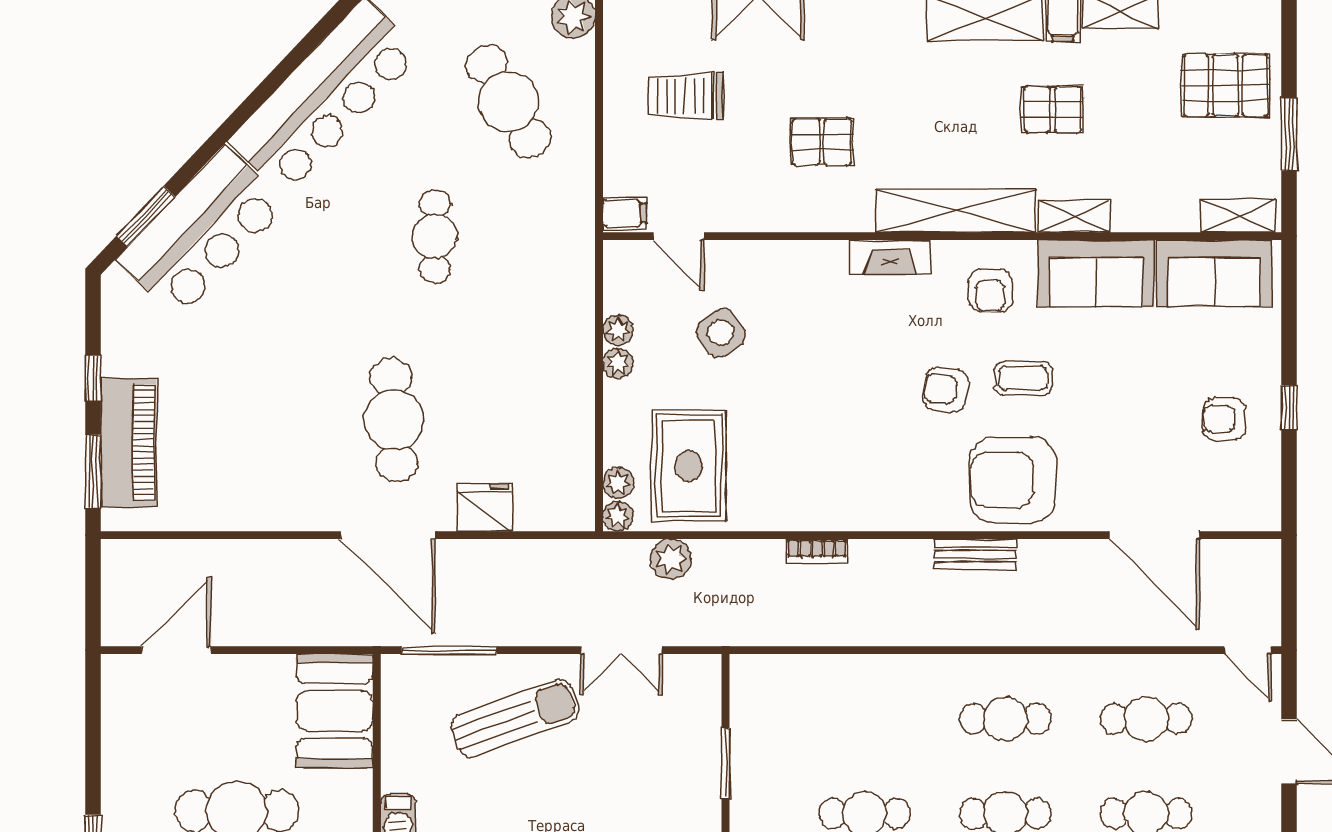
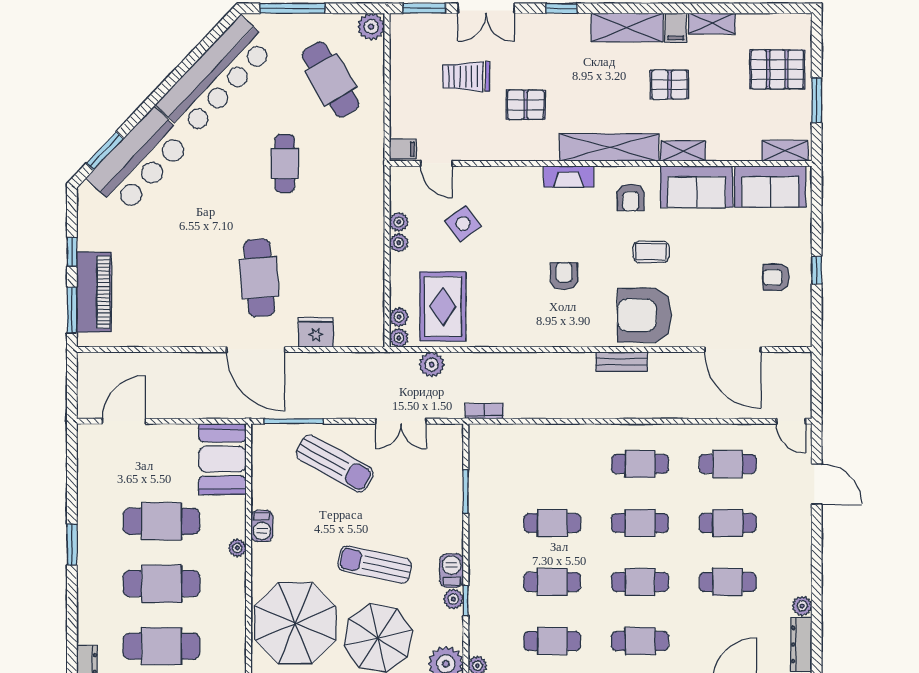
trolley: (686, 96) -> (466, 76), moved
armchair: (946, 390) -> (564, 276), moved, turned 81
bookcase: (817, 551) -> (484, 411), moved, turned 180
sun lounger: (515, 718) -> (335, 464), turned 49

